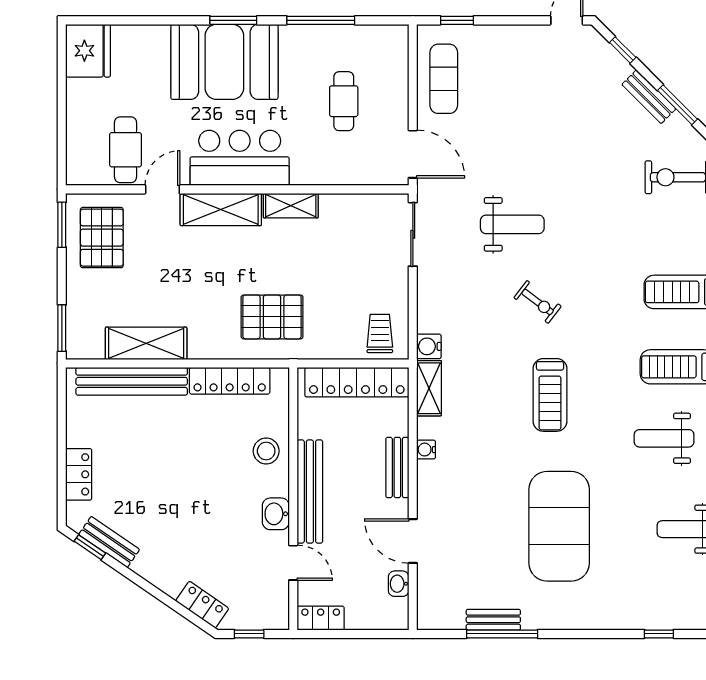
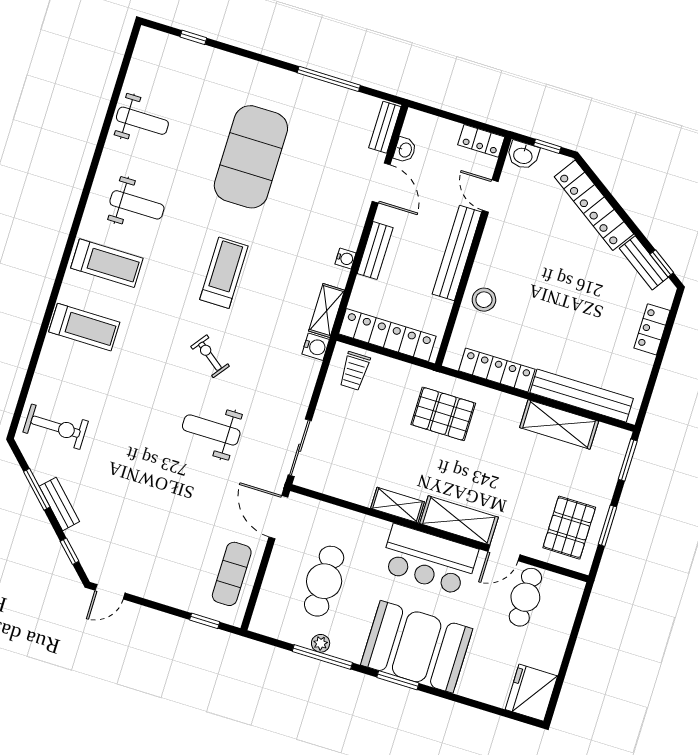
plant: (327, 34) -> (321, 643), added
cafe table: (344, 101) -> (324, 581), width x1.37, depth x1.35
window: (62, 225) -> (608, 526), moved
washbasin: (276, 514) -> (523, 155), moved, turned 90
locker: (202, 605) -> (594, 205), width x2.16, depth x1.21
bench: (493, 620) -> (385, 127), moved, turned 90

